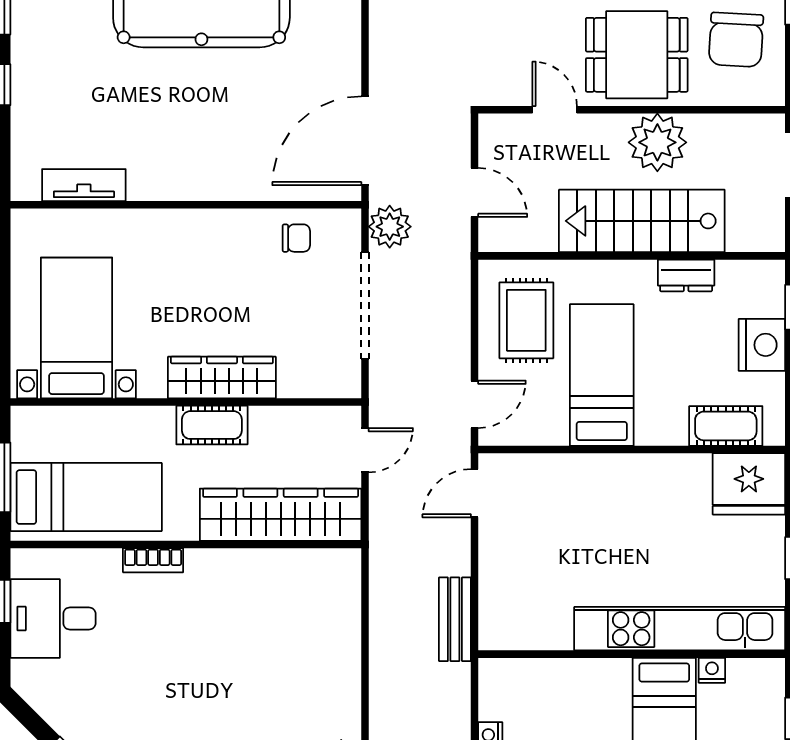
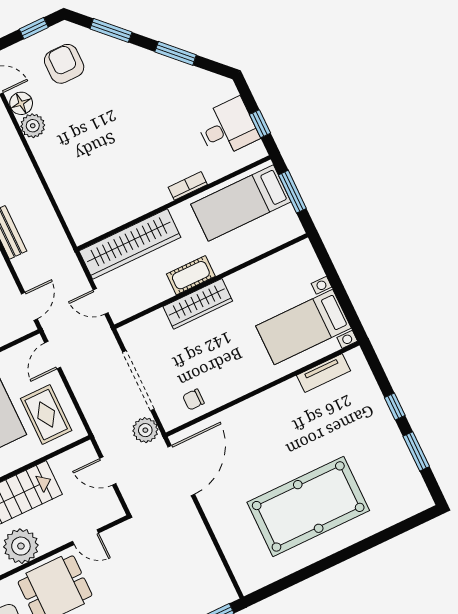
bed with nightstands: (76, 328) -> (304, 327), moved, turned 90
door: (365, 450) -> (101, 301), hinge flipped

